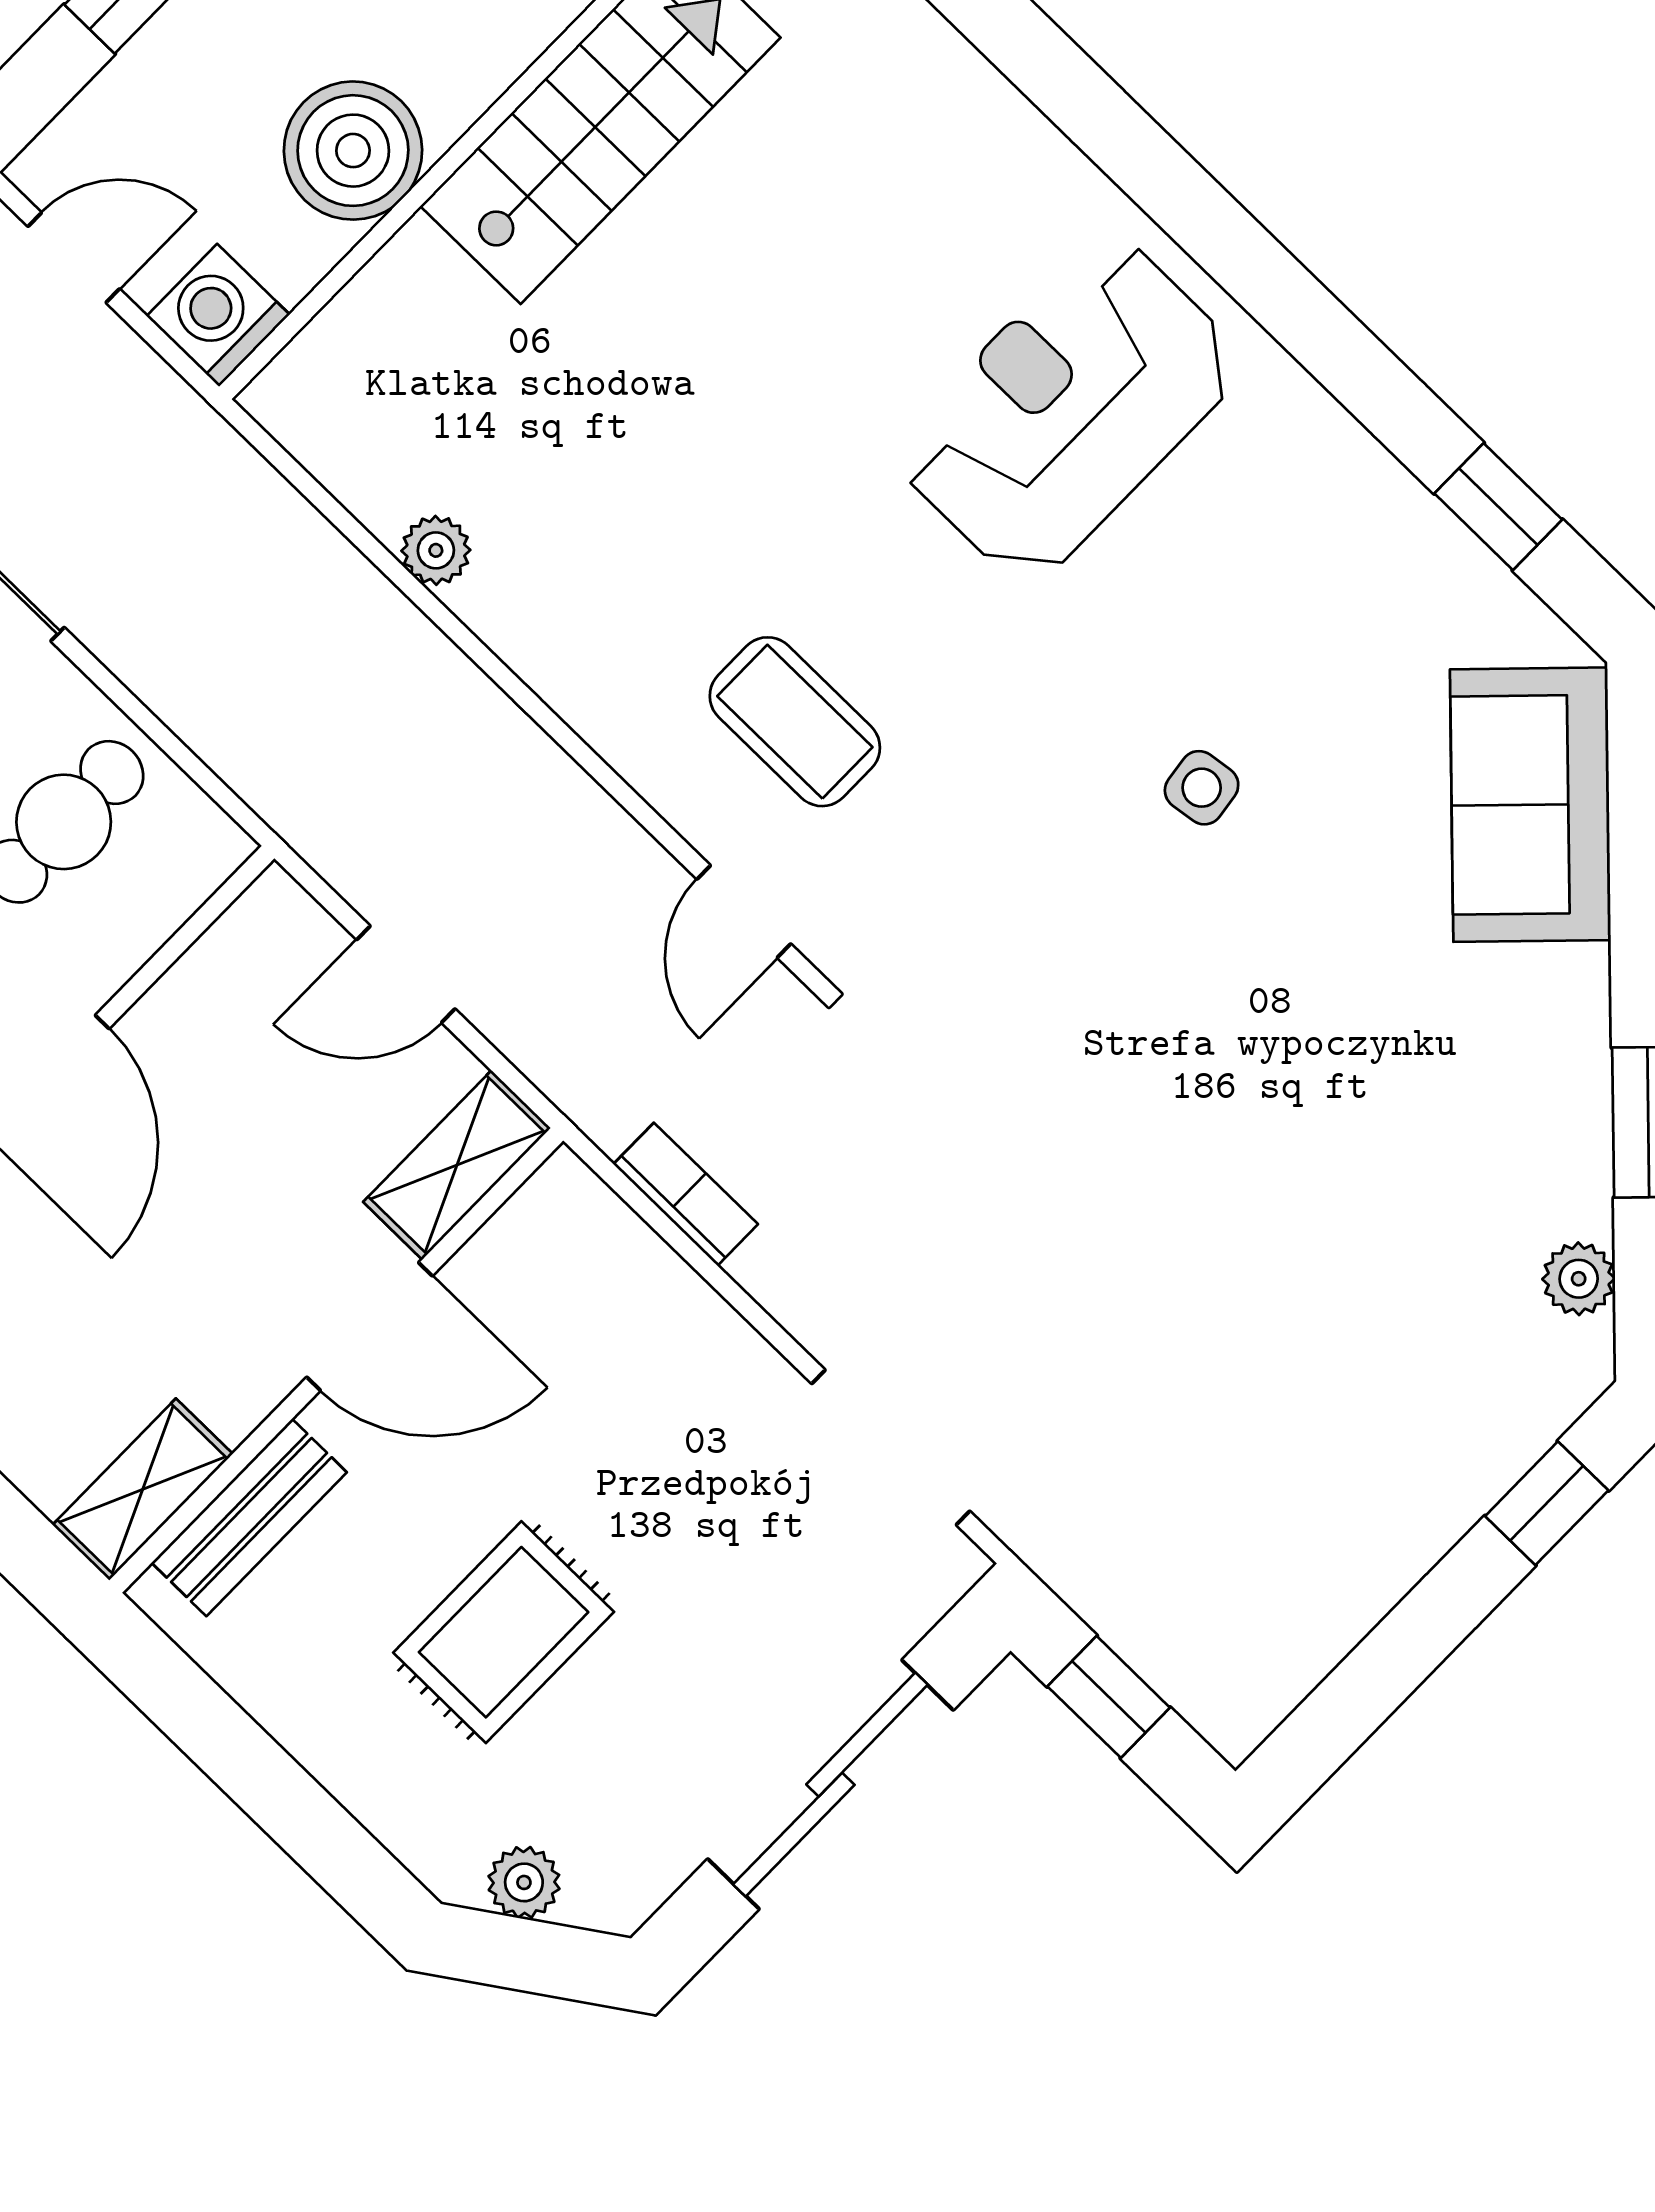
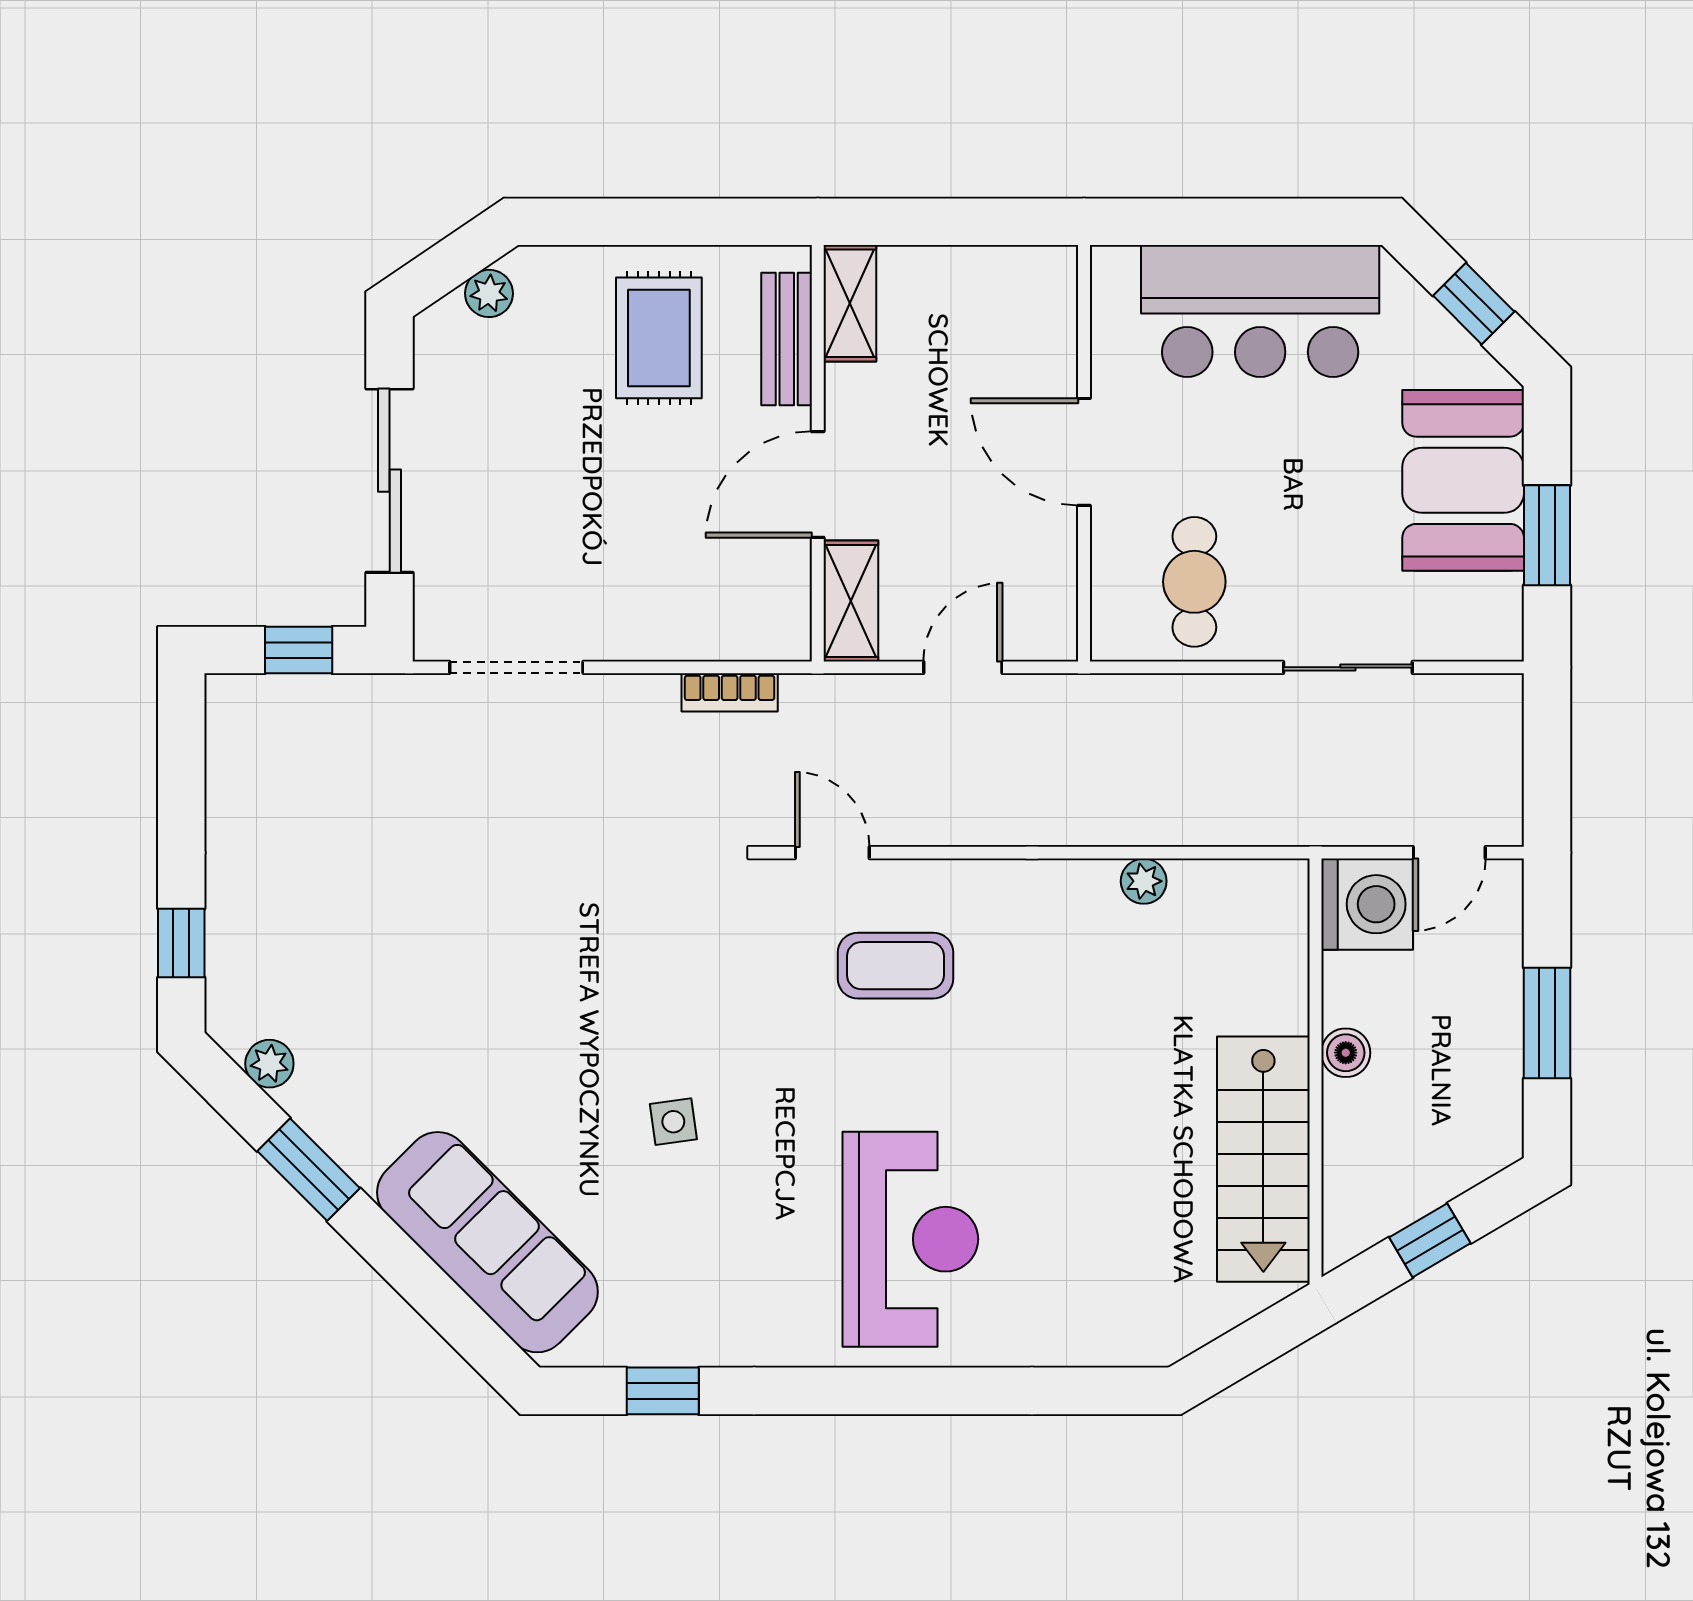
boiler: (353, 151) -> (1346, 1053), width x0.54, depth x0.54
washing machine: (218, 315) -> (1367, 904), width x1.37, depth x1.37
sofa: (1530, 805) -> (487, 1242), width x1.36
rug: (504, 1632) -> (659, 338), moved

